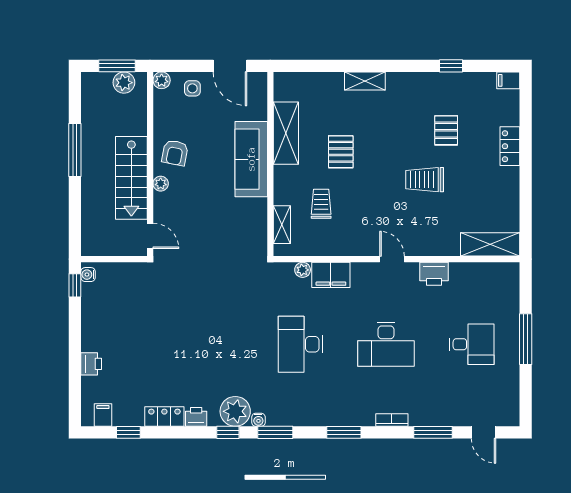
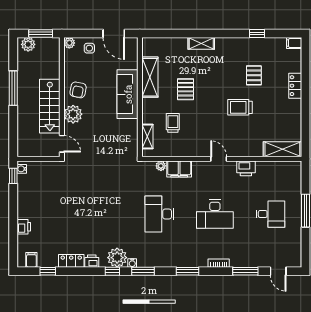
plant: (124, 83) -> (28, 44), moved
plant: (161, 184) -> (73, 114), width x1.88, depth x1.88

